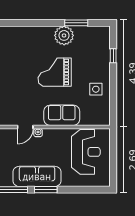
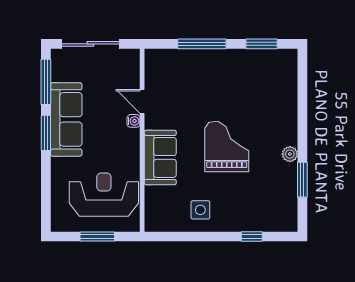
plant: (64, 35) -> (290, 154), width x0.53, depth x0.53
reception desk: (86, 152) -> (104, 195), turned 180
window: (113, 156) -> (97, 237), added

